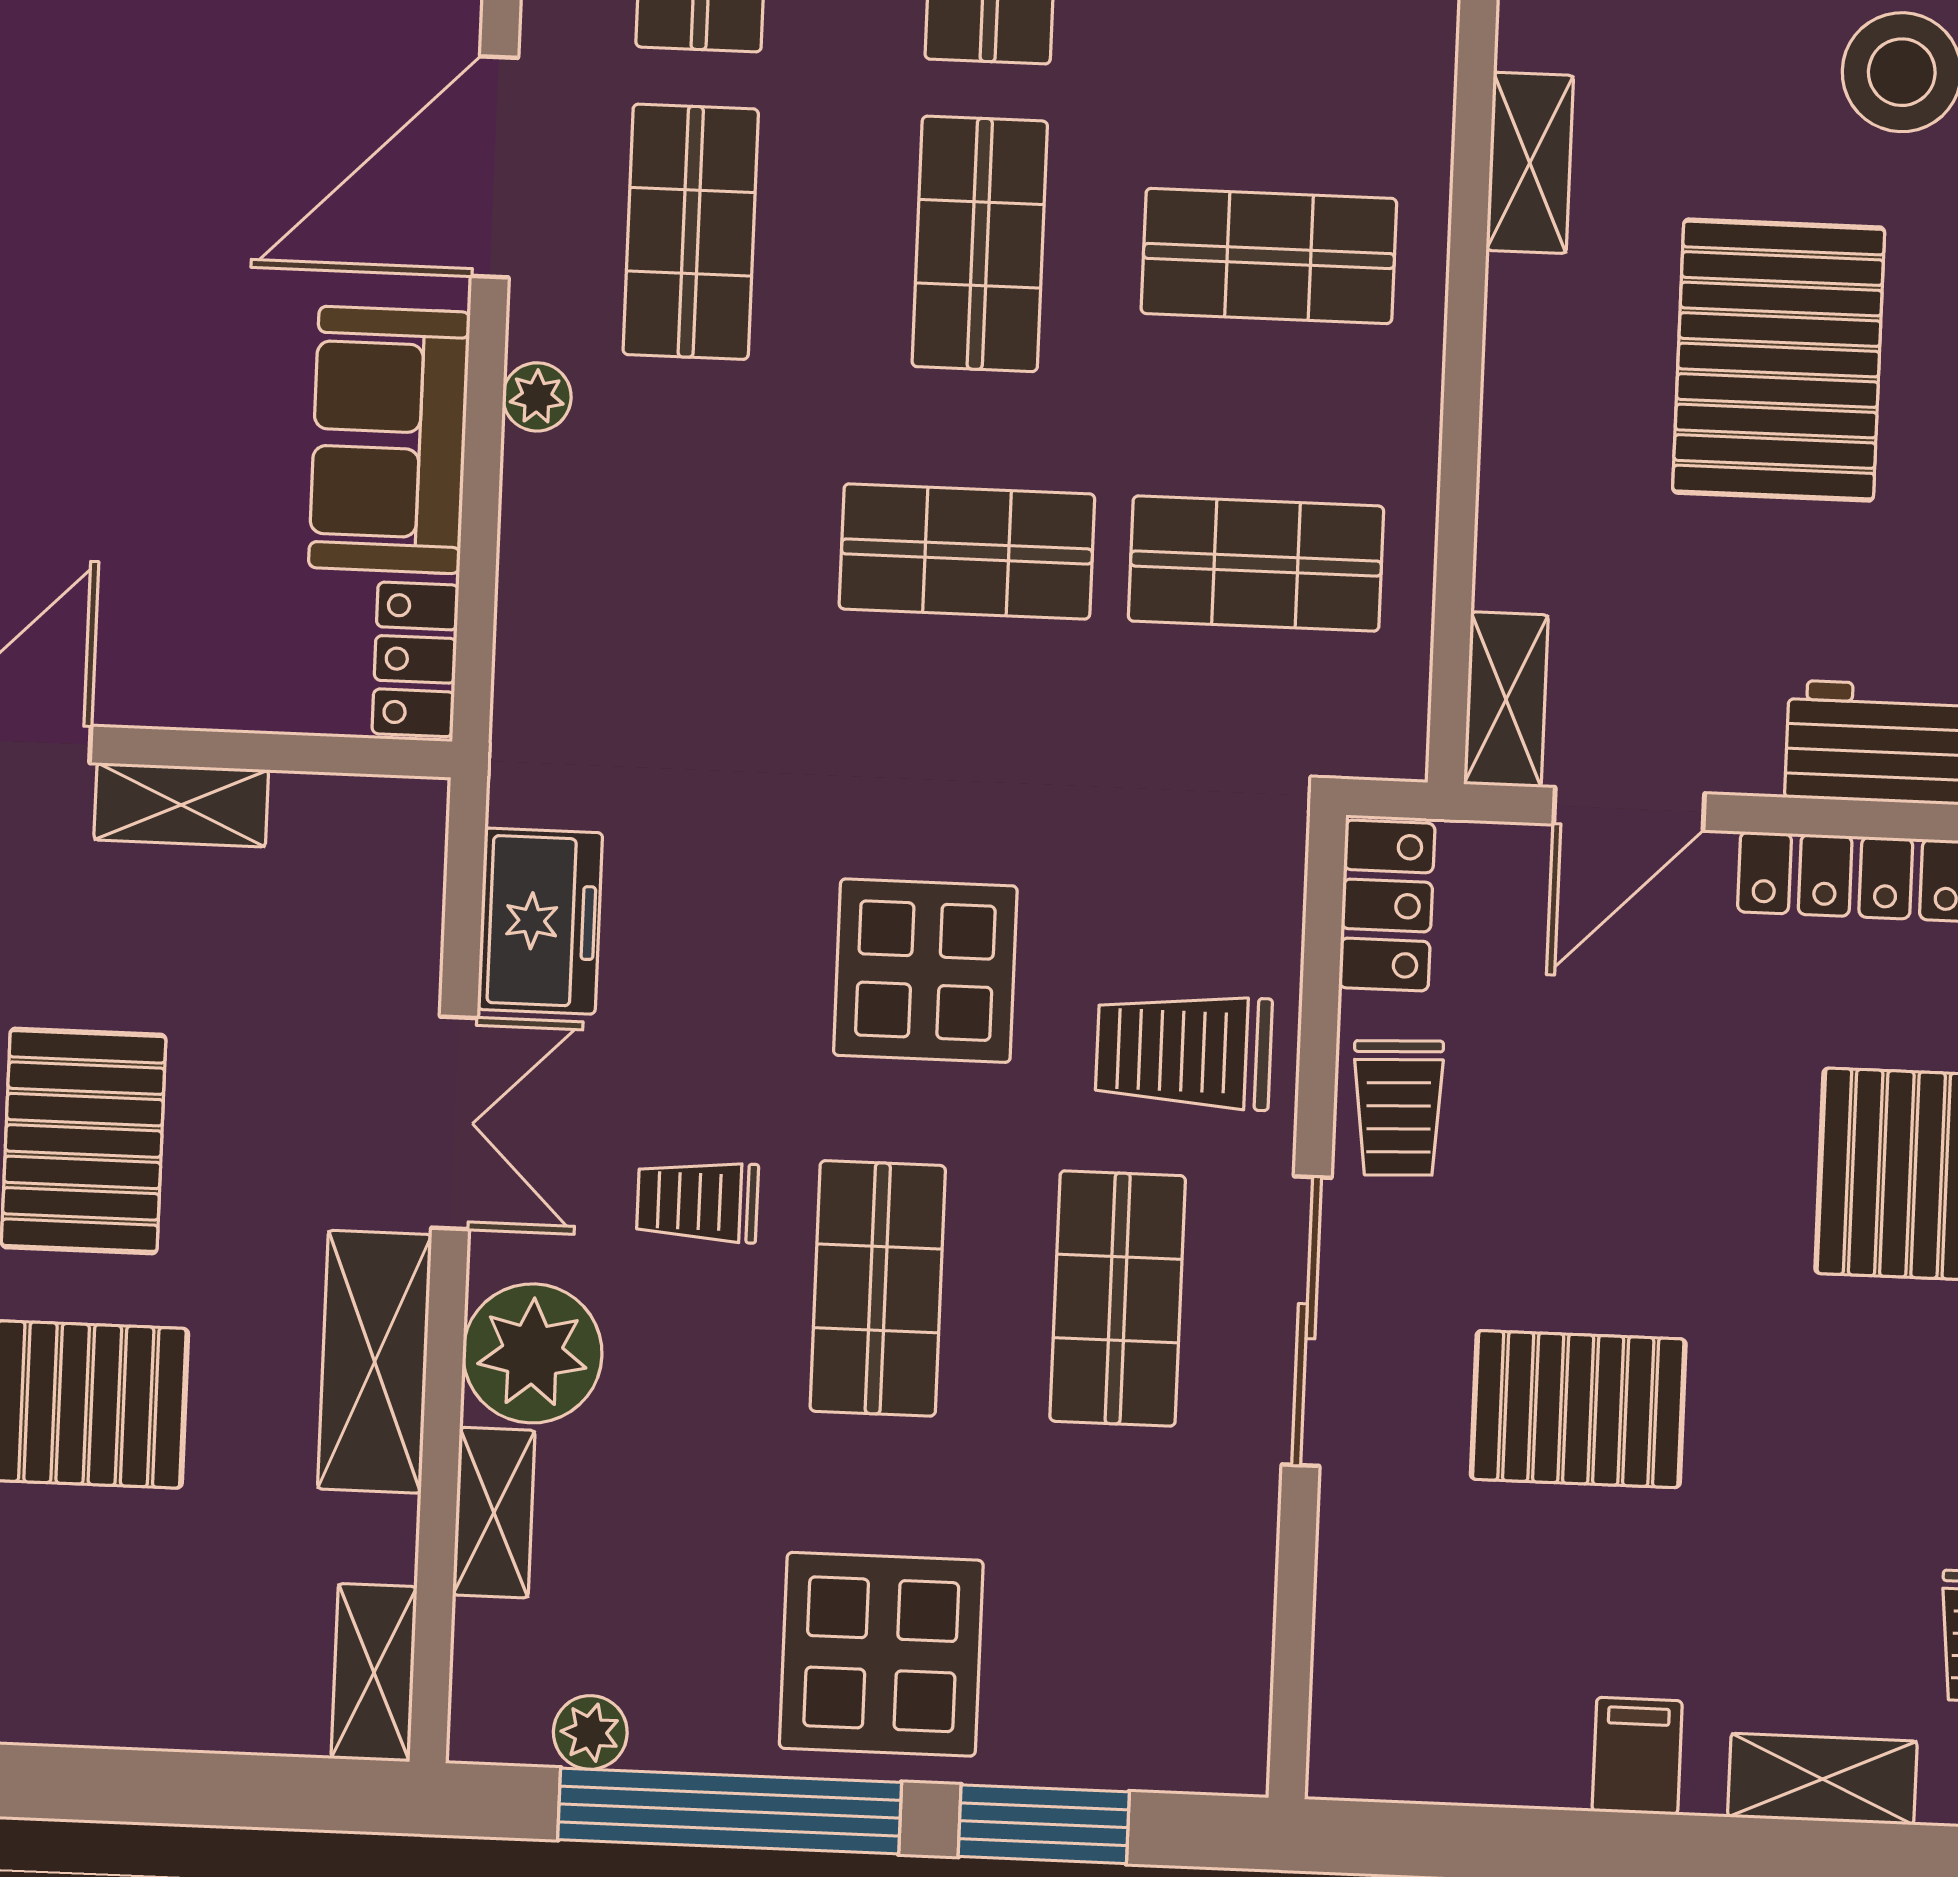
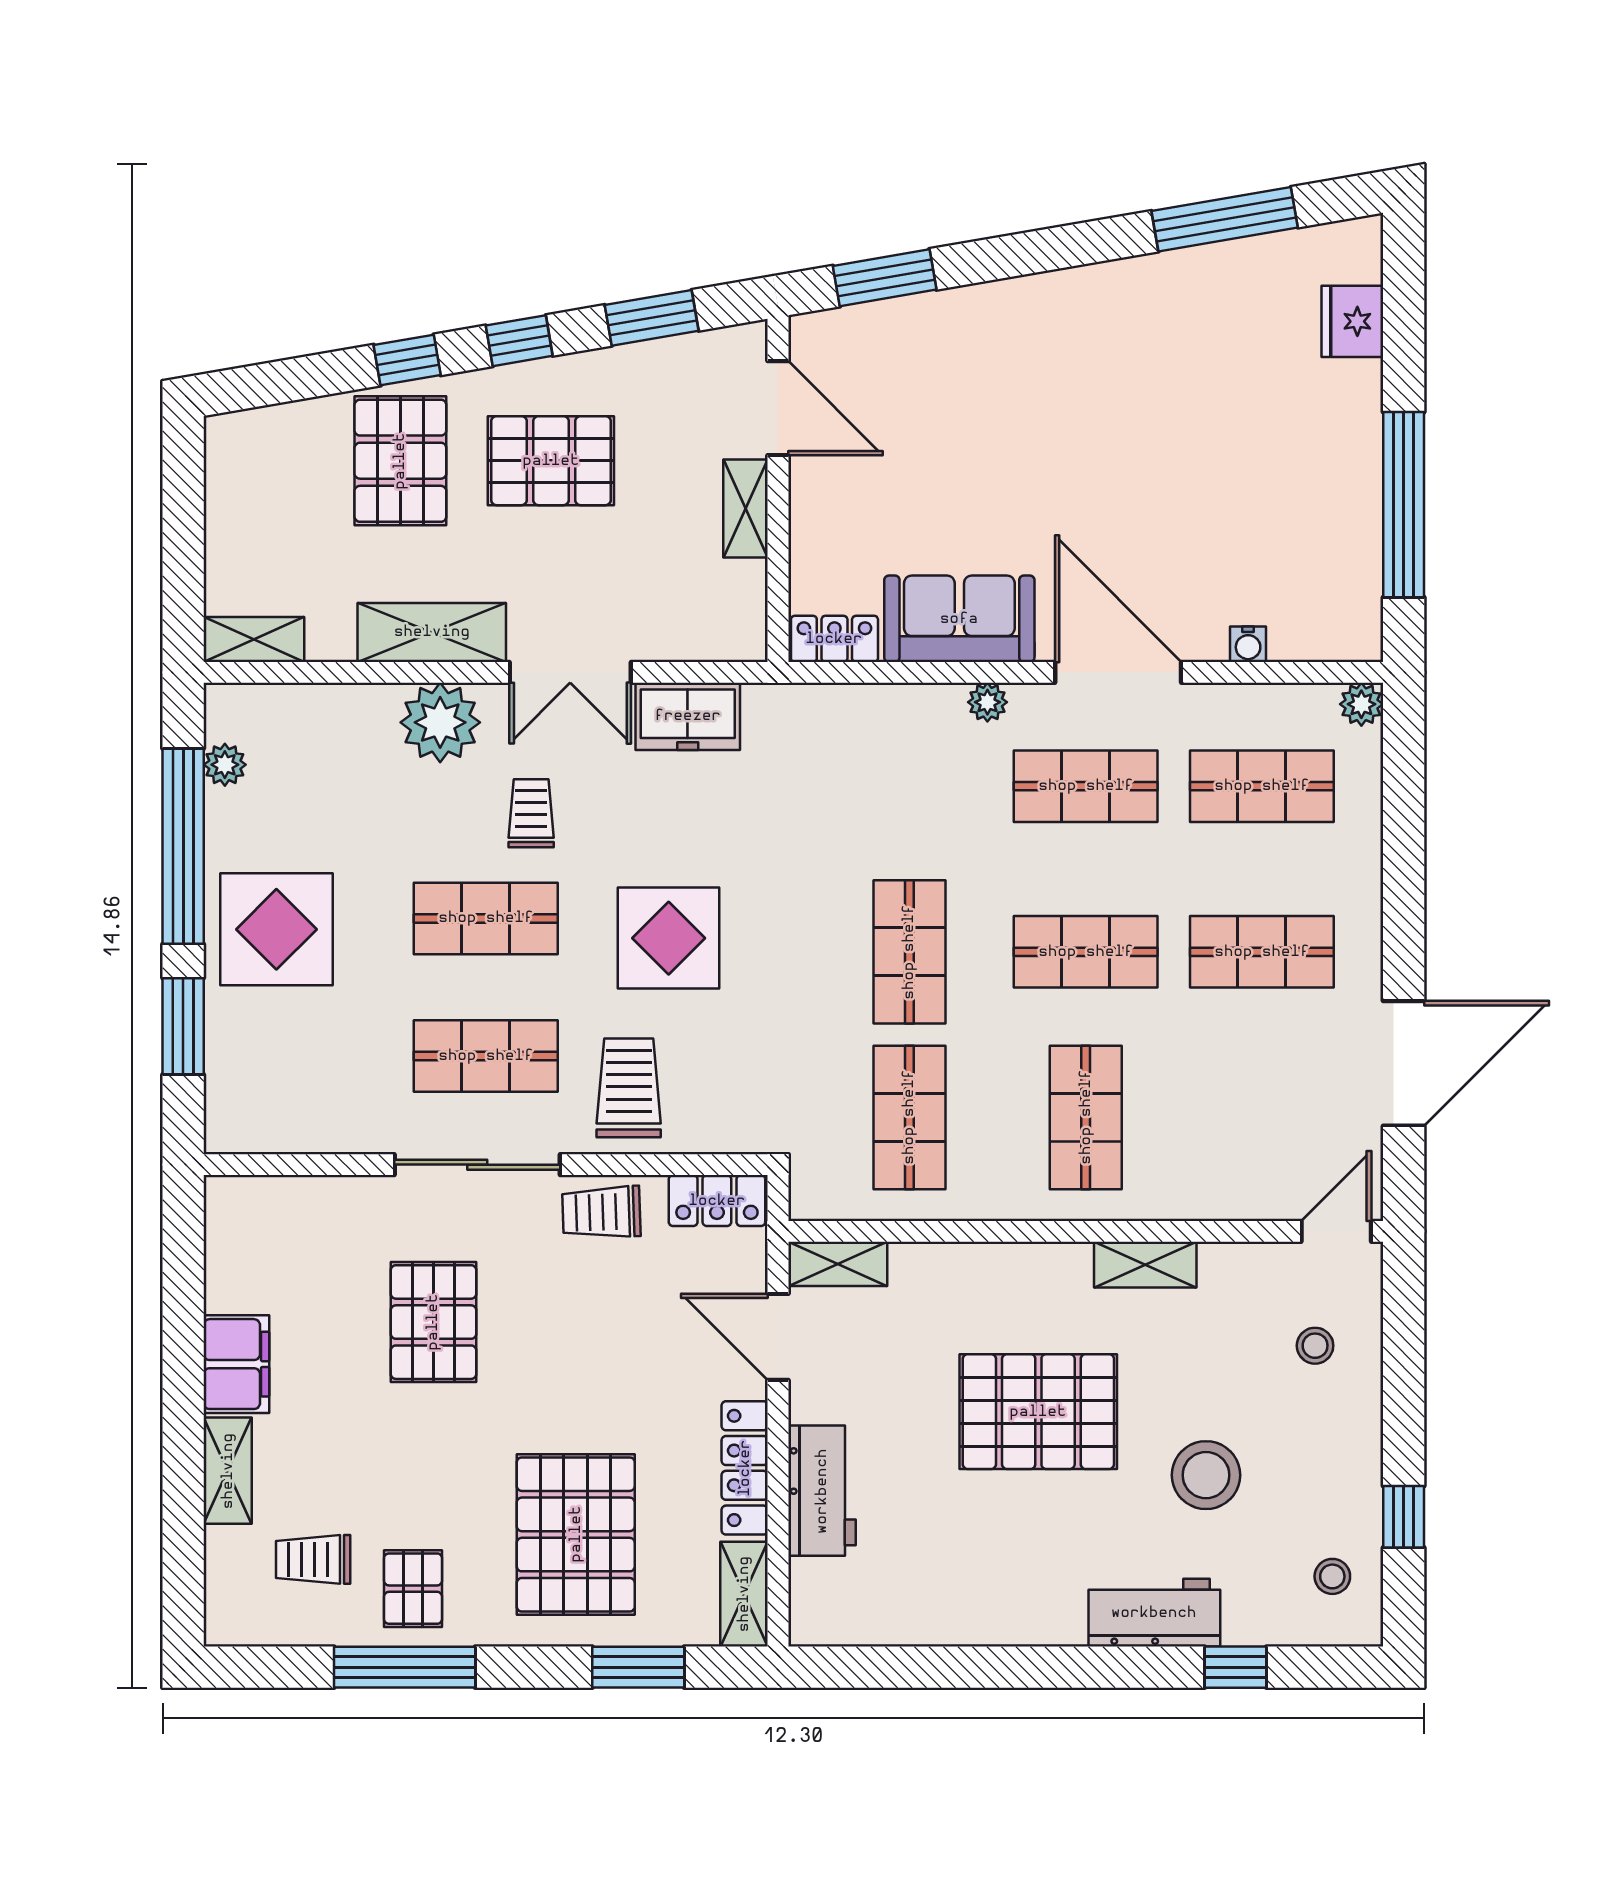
shelving: (494, 1513) -> (348, 704), removed
filing cabinet: (1637, 1756) -> (236, 1364), width x2.00

